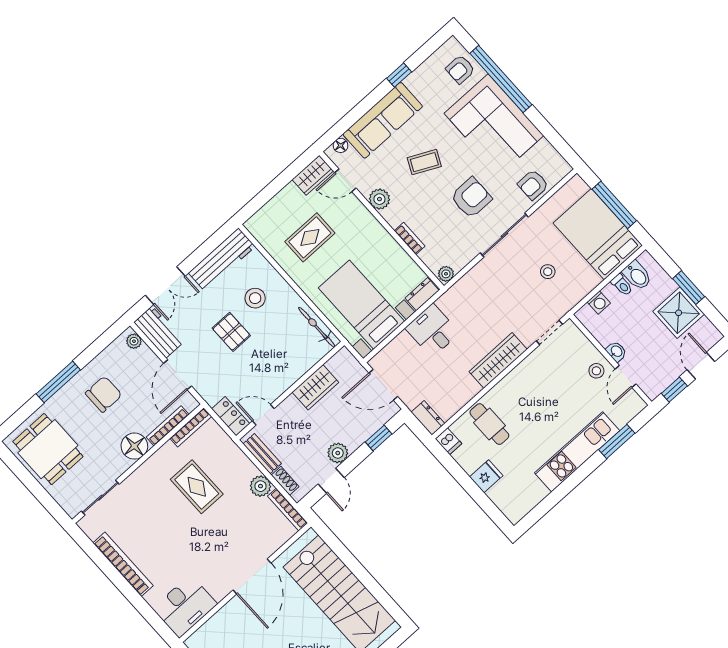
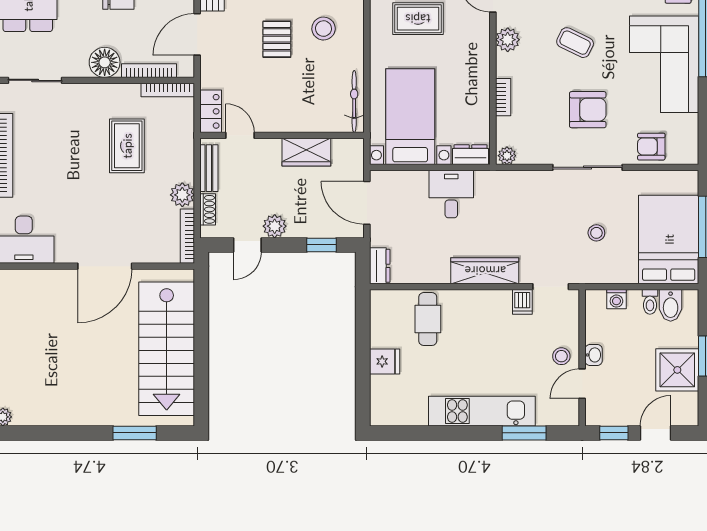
dishwasher: (448, 441) -> (522, 302), moved

